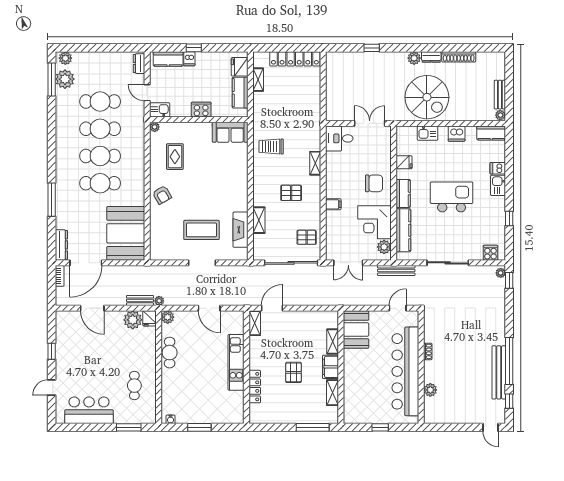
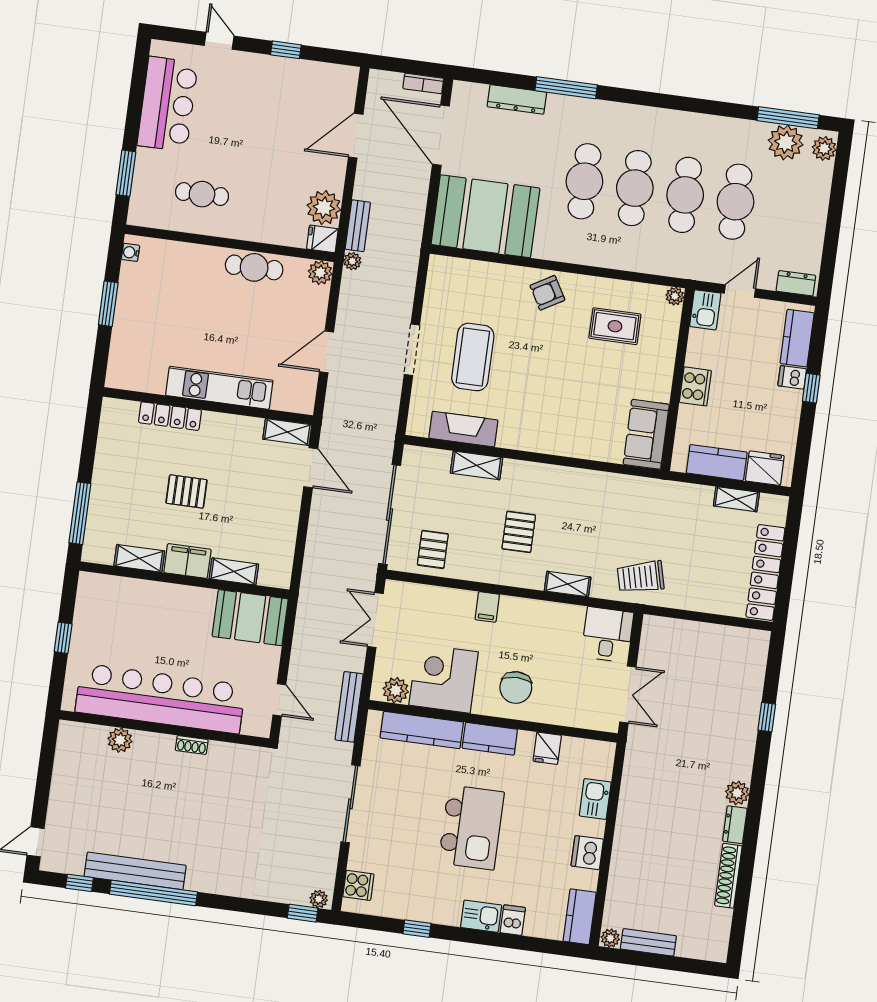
spiral stairs: (427, 97) -> (662, 807), removed
trolley: (271, 147) -> (641, 577), moved, turned -104
dresser: (61, 245) -> (517, 99), moved

